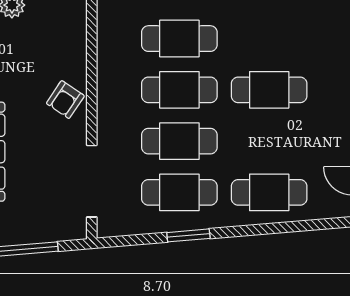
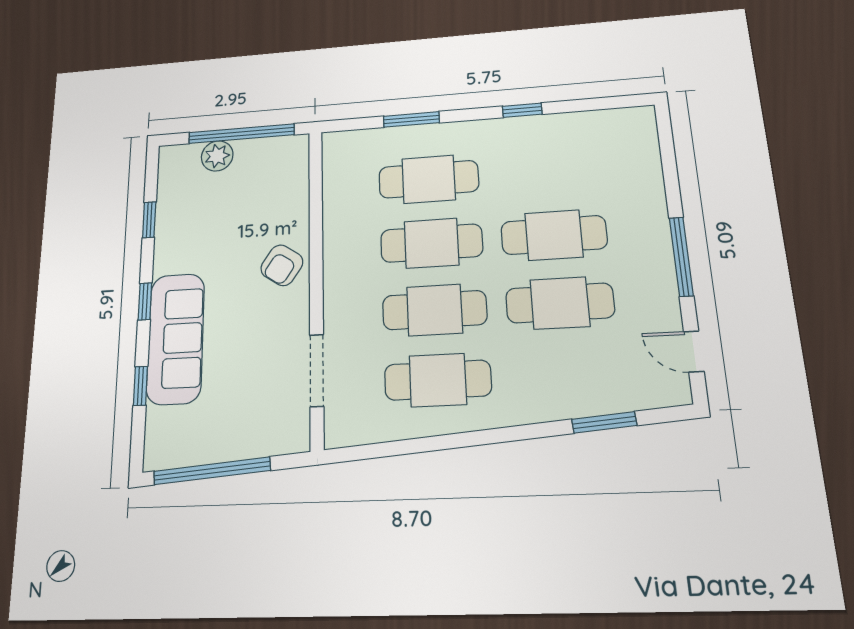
doorway: (92, 181) -> (317, 370), width x0.73
cafe table: (269, 192) -> (560, 303), moved
window: (188, 235) -> (604, 422), moved

